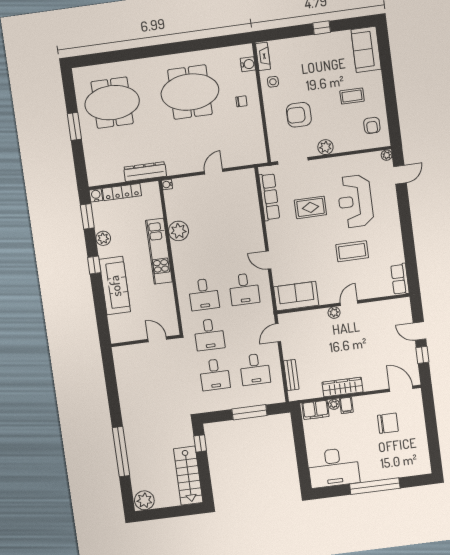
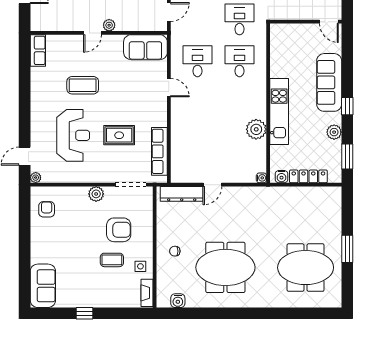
water cooler: (248, 64) -> (178, 301), moved, turned -90
coffee table: (352, 96) -> (112, 260), moved
dresser: (145, 172) -> (182, 194), moved
water cooler: (96, 195) -> (281, 177), moved
door: (157, 339) -> (329, 22), moved

